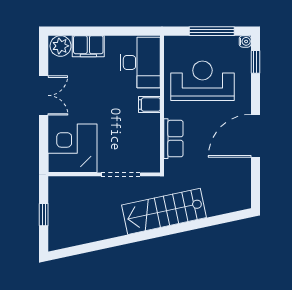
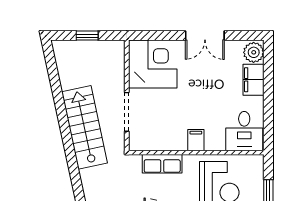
desk: (140, 62) -> (244, 131), width x0.73
stairs: (164, 211) -> (85, 127), moved

